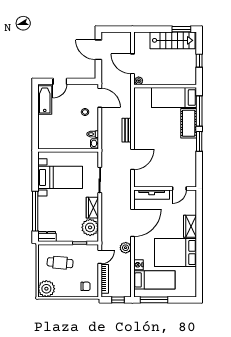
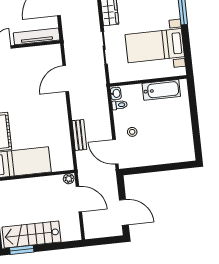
door: (60, 81) -> (168, 167), removed
bathtub: (45, 100) -> (161, 90), moved, turned -90
bench: (127, 130) -> (79, 135), moved

